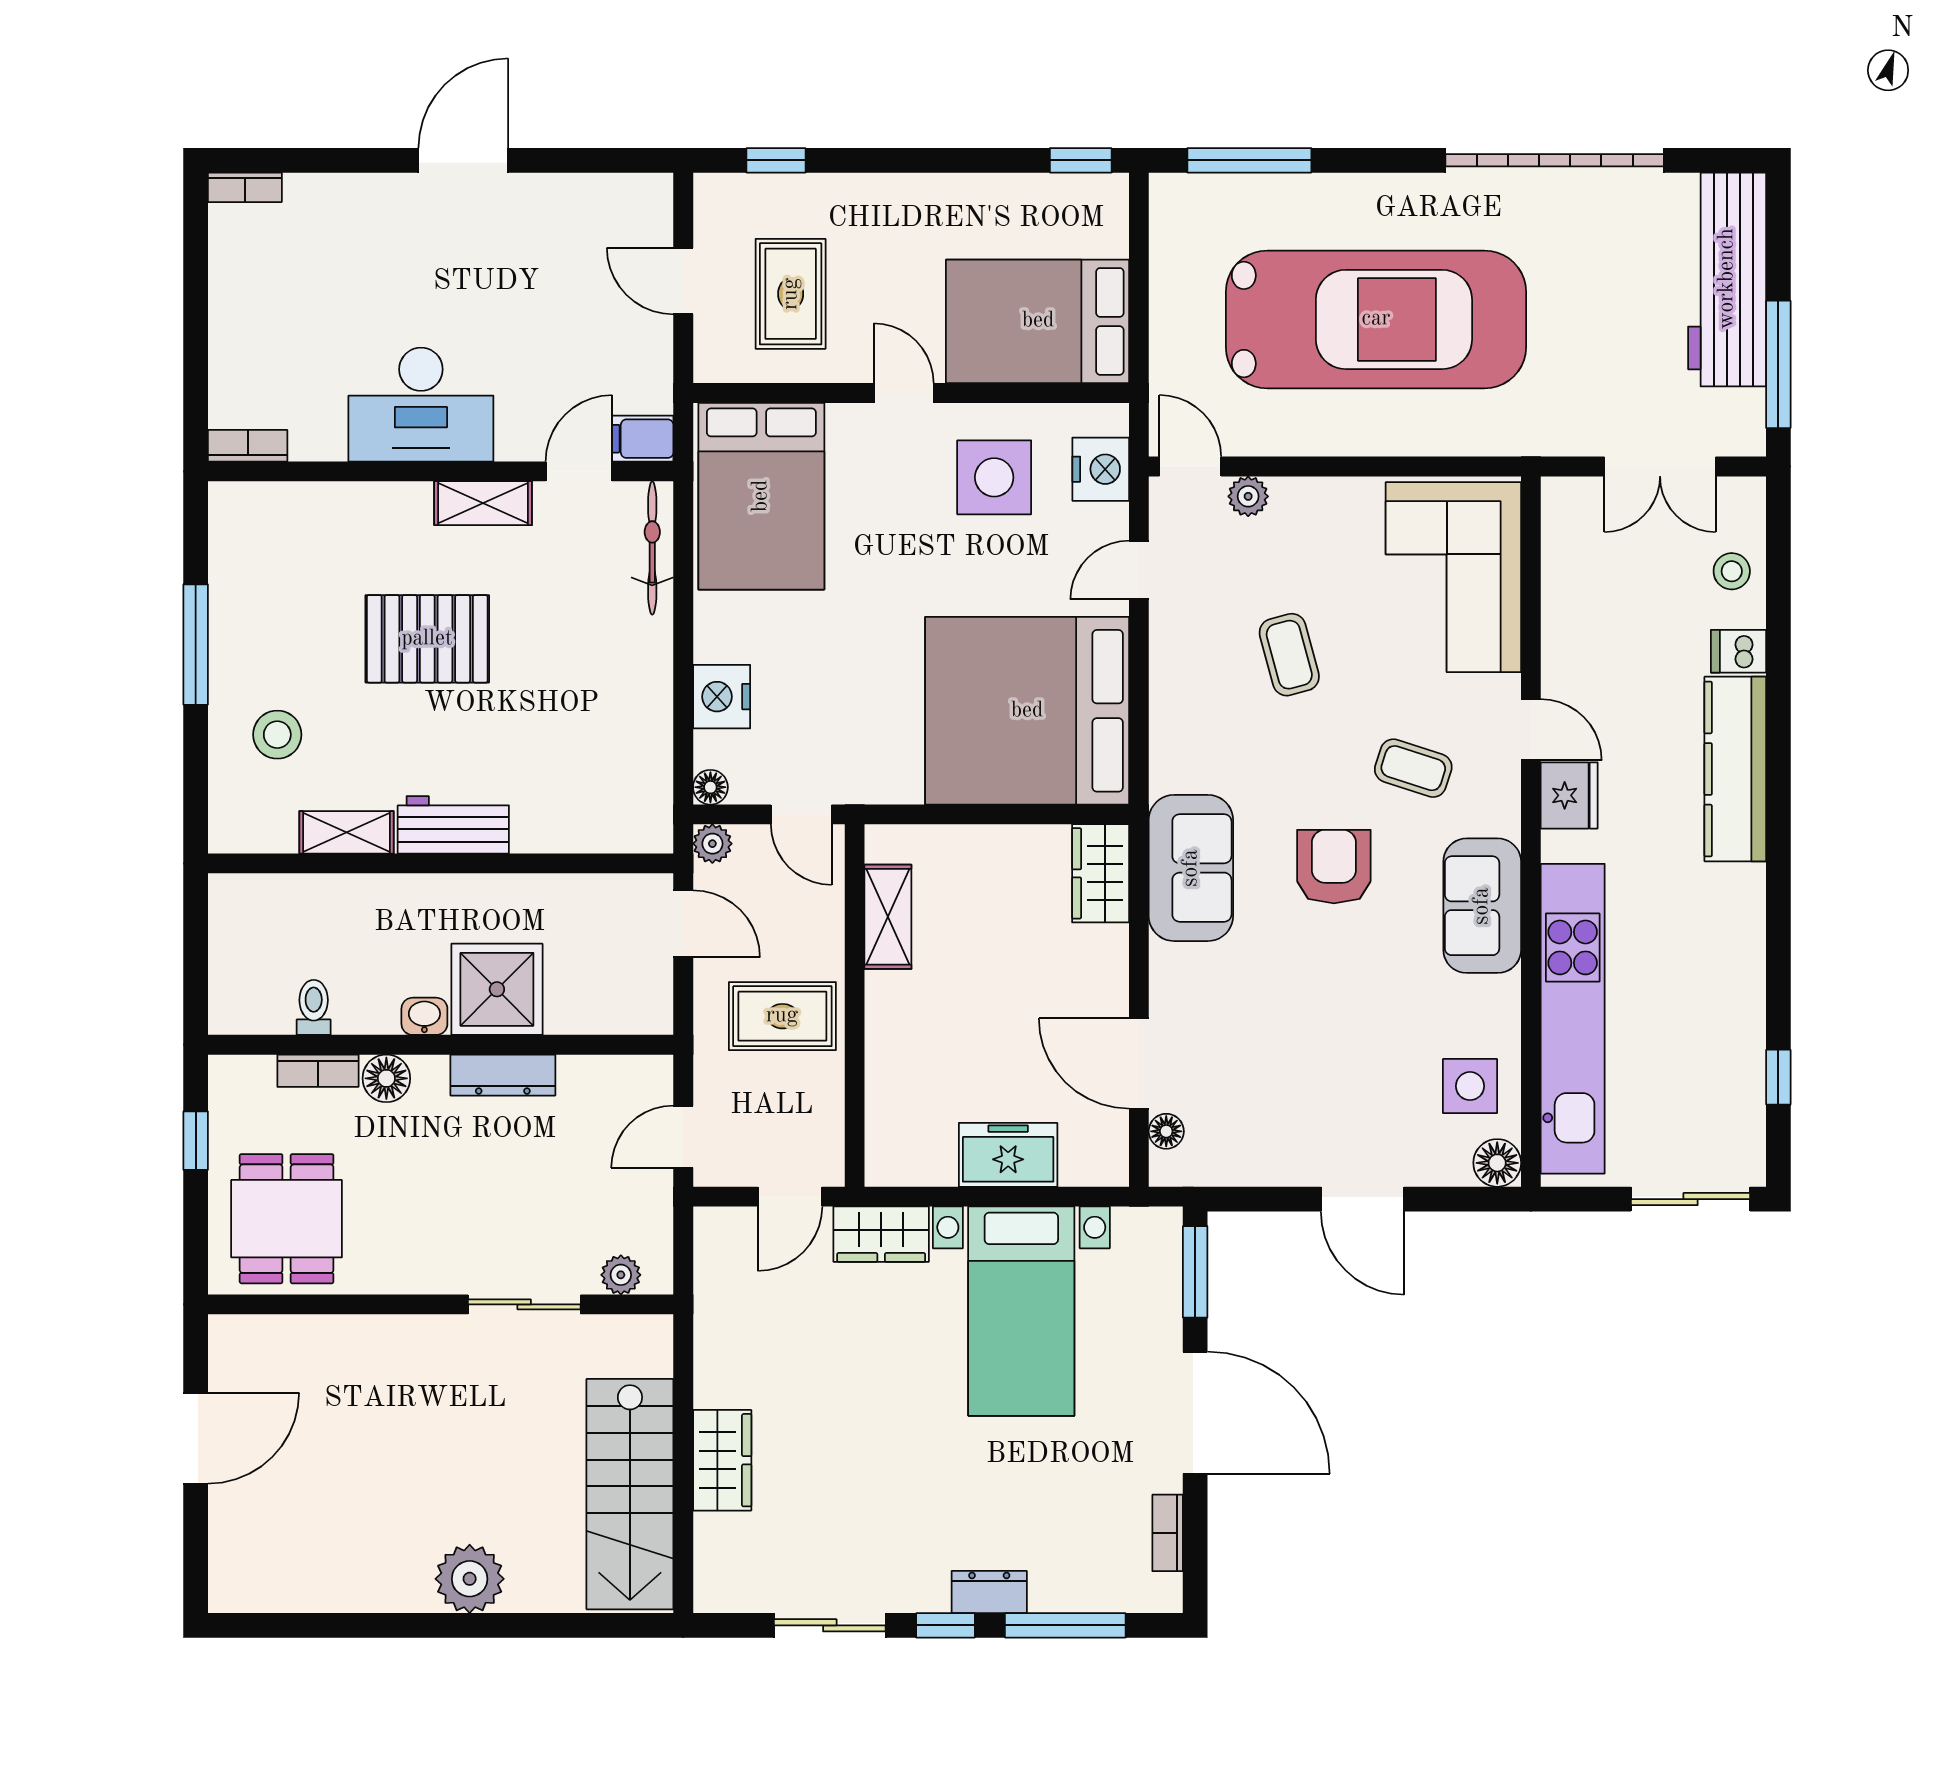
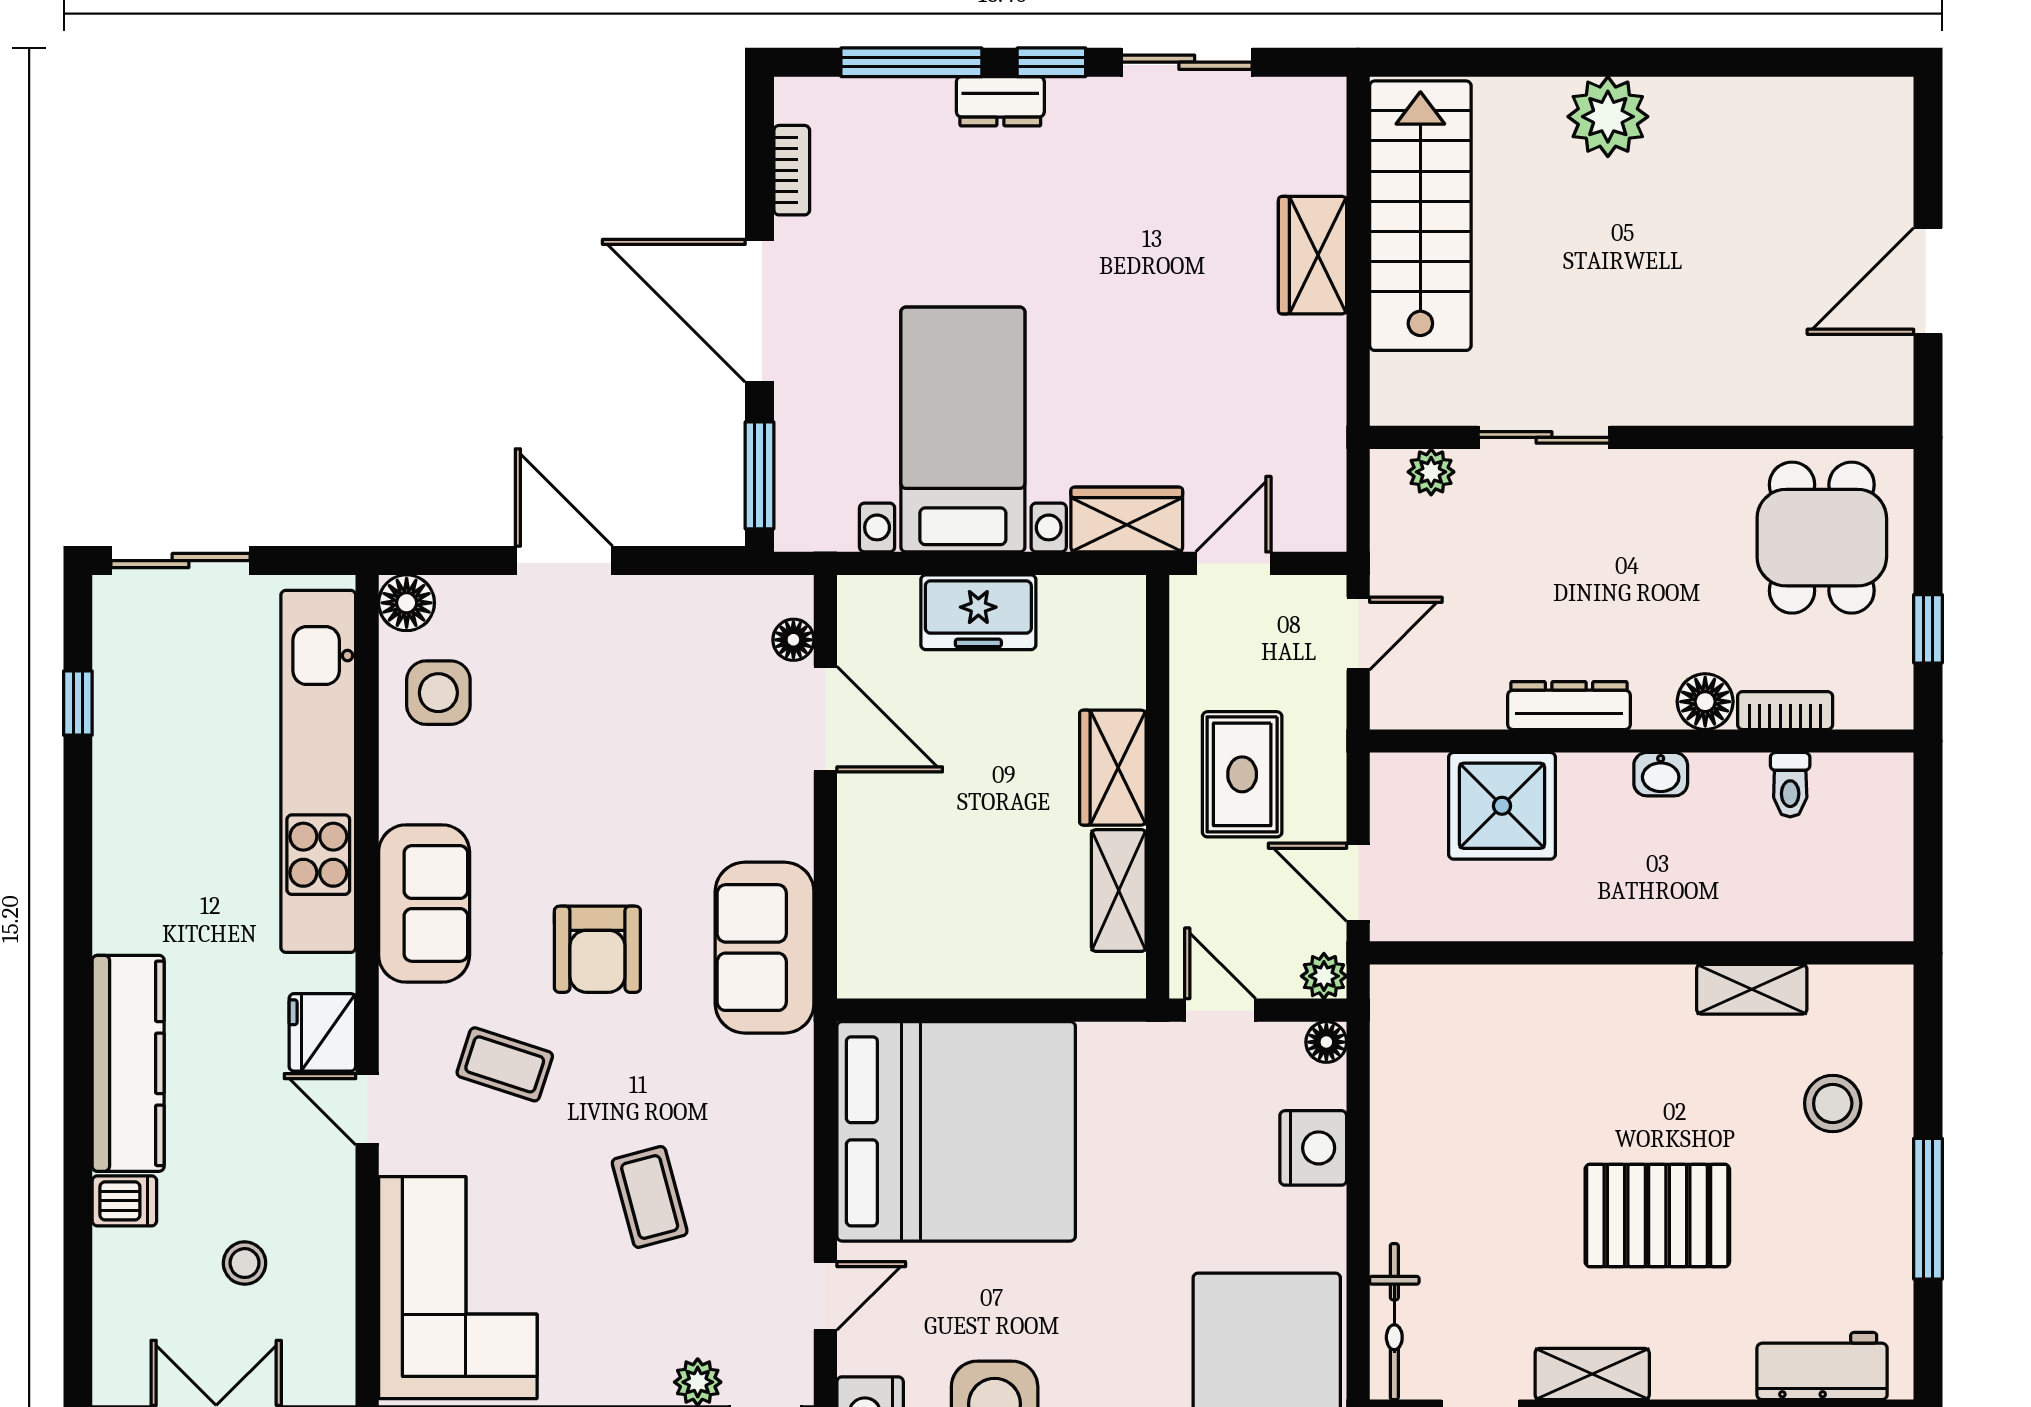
stool: (1732, 571) -> (245, 1263), moved
workbench: (453, 825) -> (1822, 1366), moved, turned 180
wardrobe: (1101, 873) -> (1113, 768), moved, turned 180
shower: (497, 989) -> (1502, 806), moved
rug: (782, 1016) -> (1242, 774), turned 90

